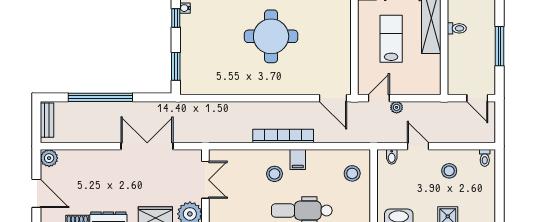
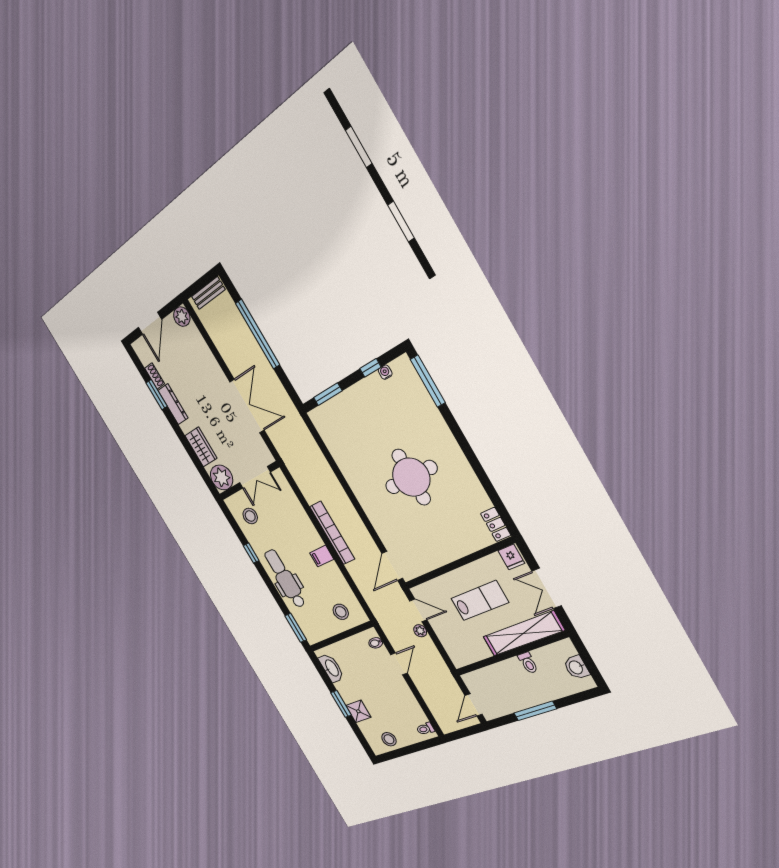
stool: (449, 171) -> (389, 739), moved
stool: (275, 174) -> (250, 516), moved

